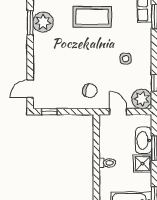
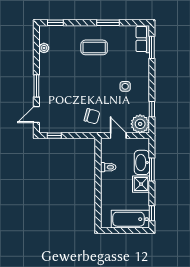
coffee table: (92, 17) -> (94, 47), width x0.73, depth x0.76
plant: (43, 22) -> (44, 48), width x0.53, depth x0.53
window: (30, 23) -> (36, 86), moved
toilet: (107, 163) -> (108, 167), moved

